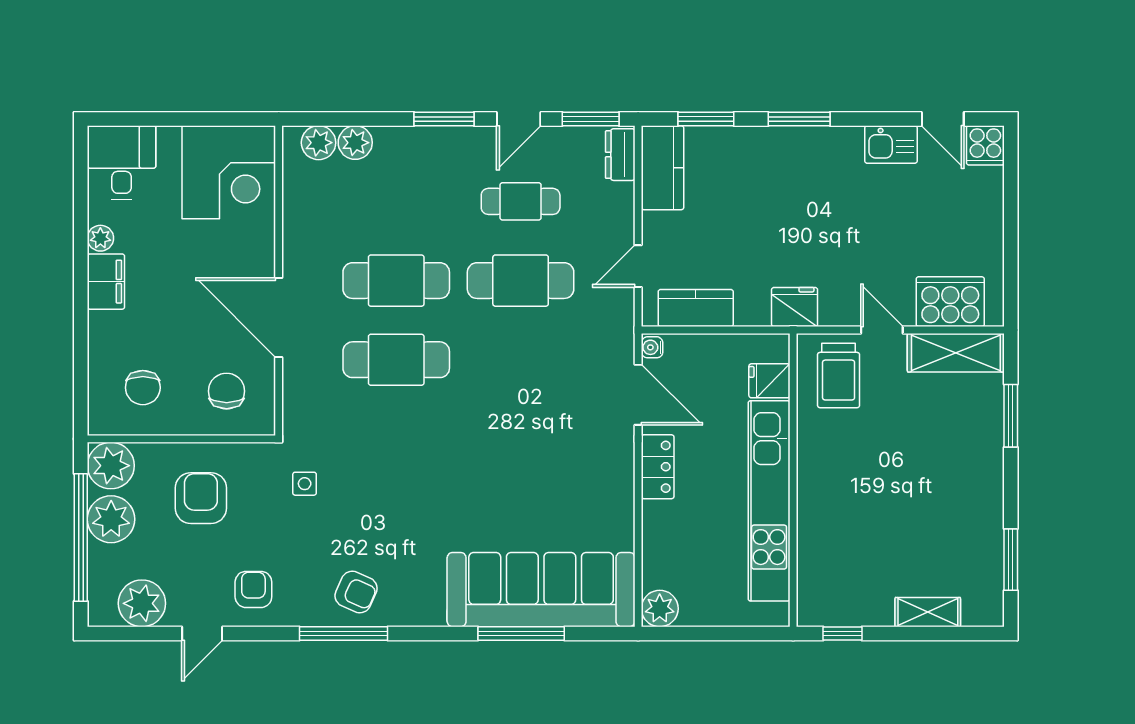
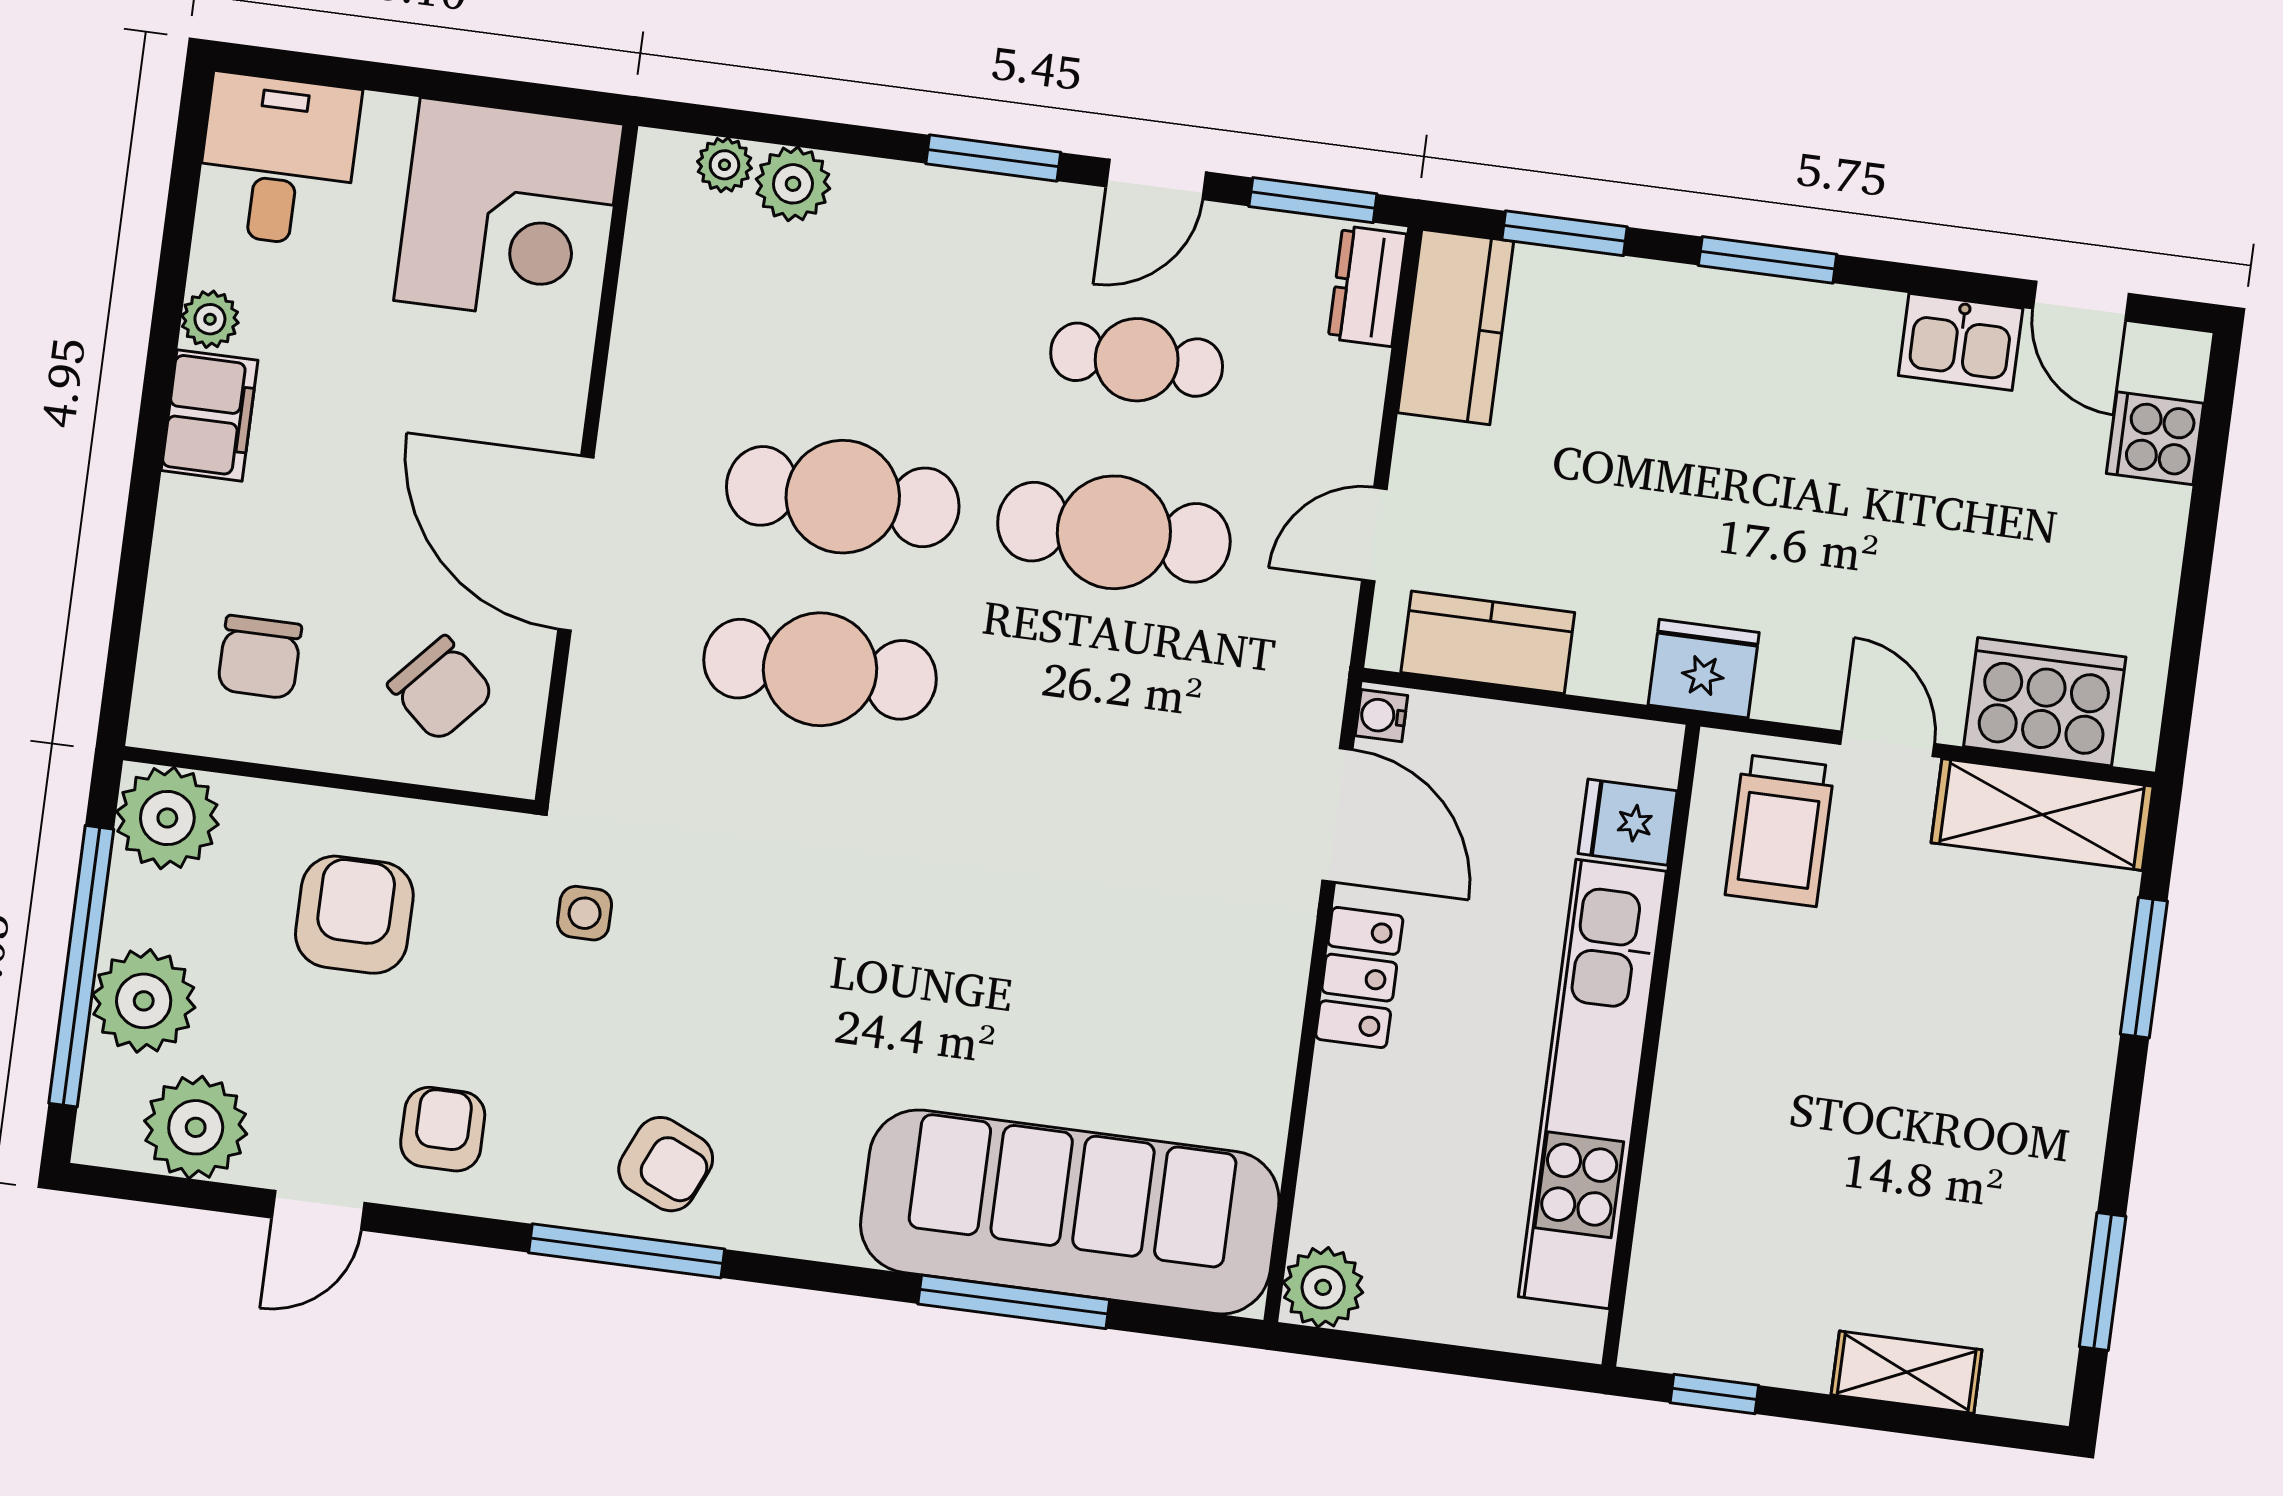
plant: (319, 143) -> (724, 165), width x0.73, depth x0.73
cooker: (985, 145) -> (2155, 438), moved, turned 90
chair: (227, 391) -> (441, 689), turned 132
plant: (111, 519) -> (144, 1001), moved

